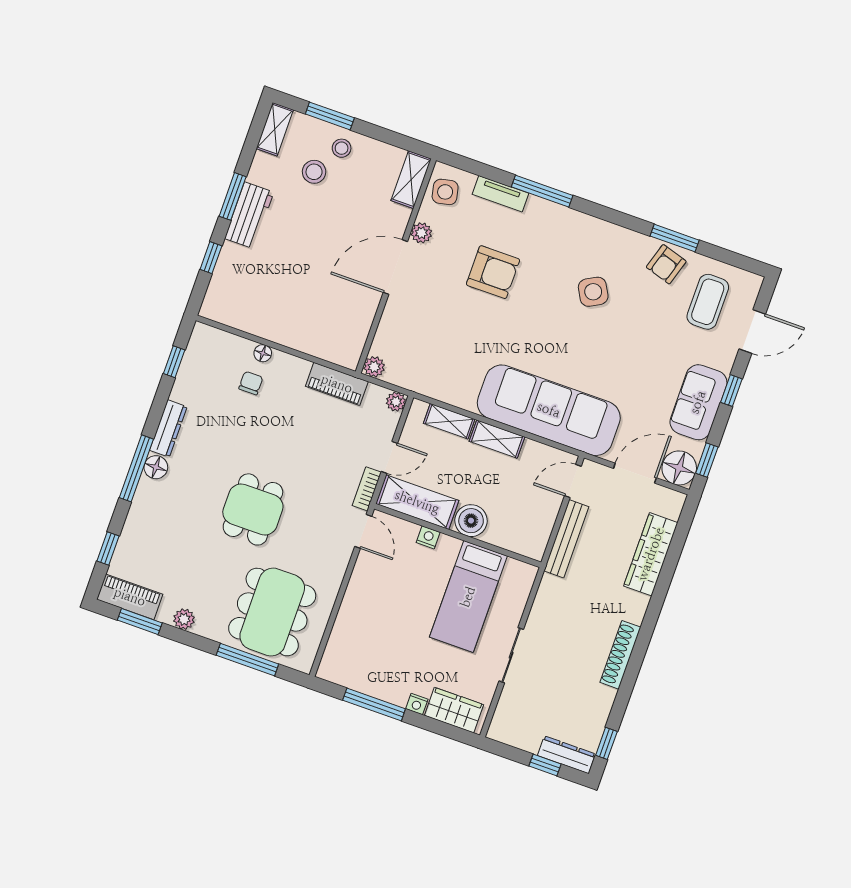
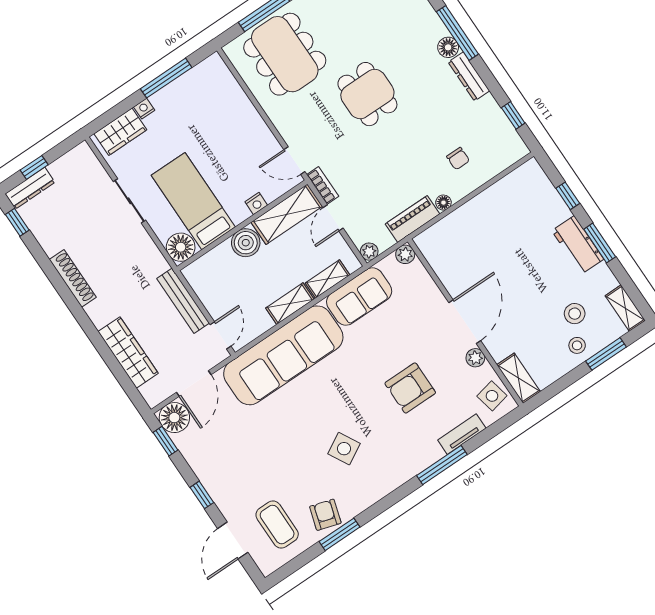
floor lamp: (263, 353) -> (443, 203), moved
sofa: (698, 402) -> (359, 296), moved, turned 90
floor lamp: (519, 577) -> (181, 247), added

